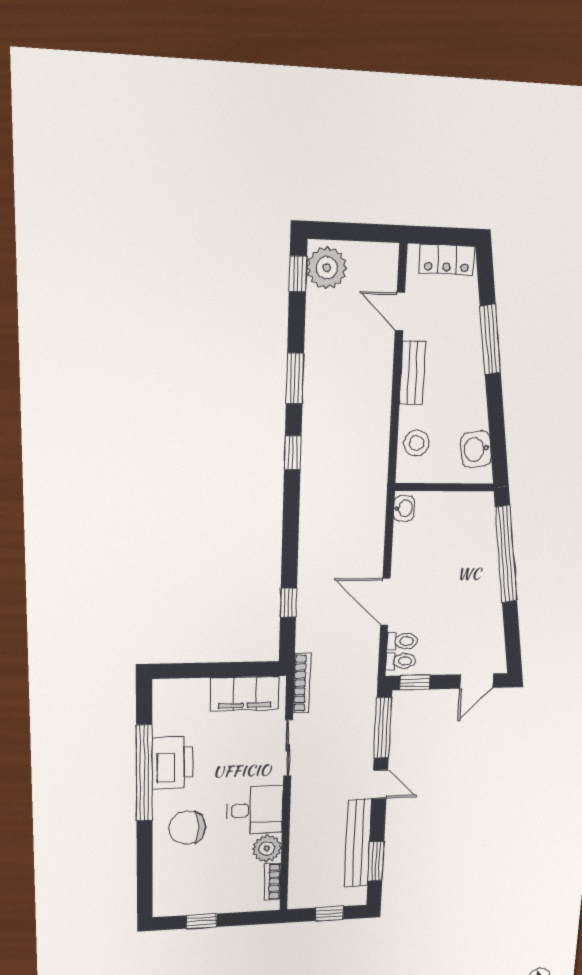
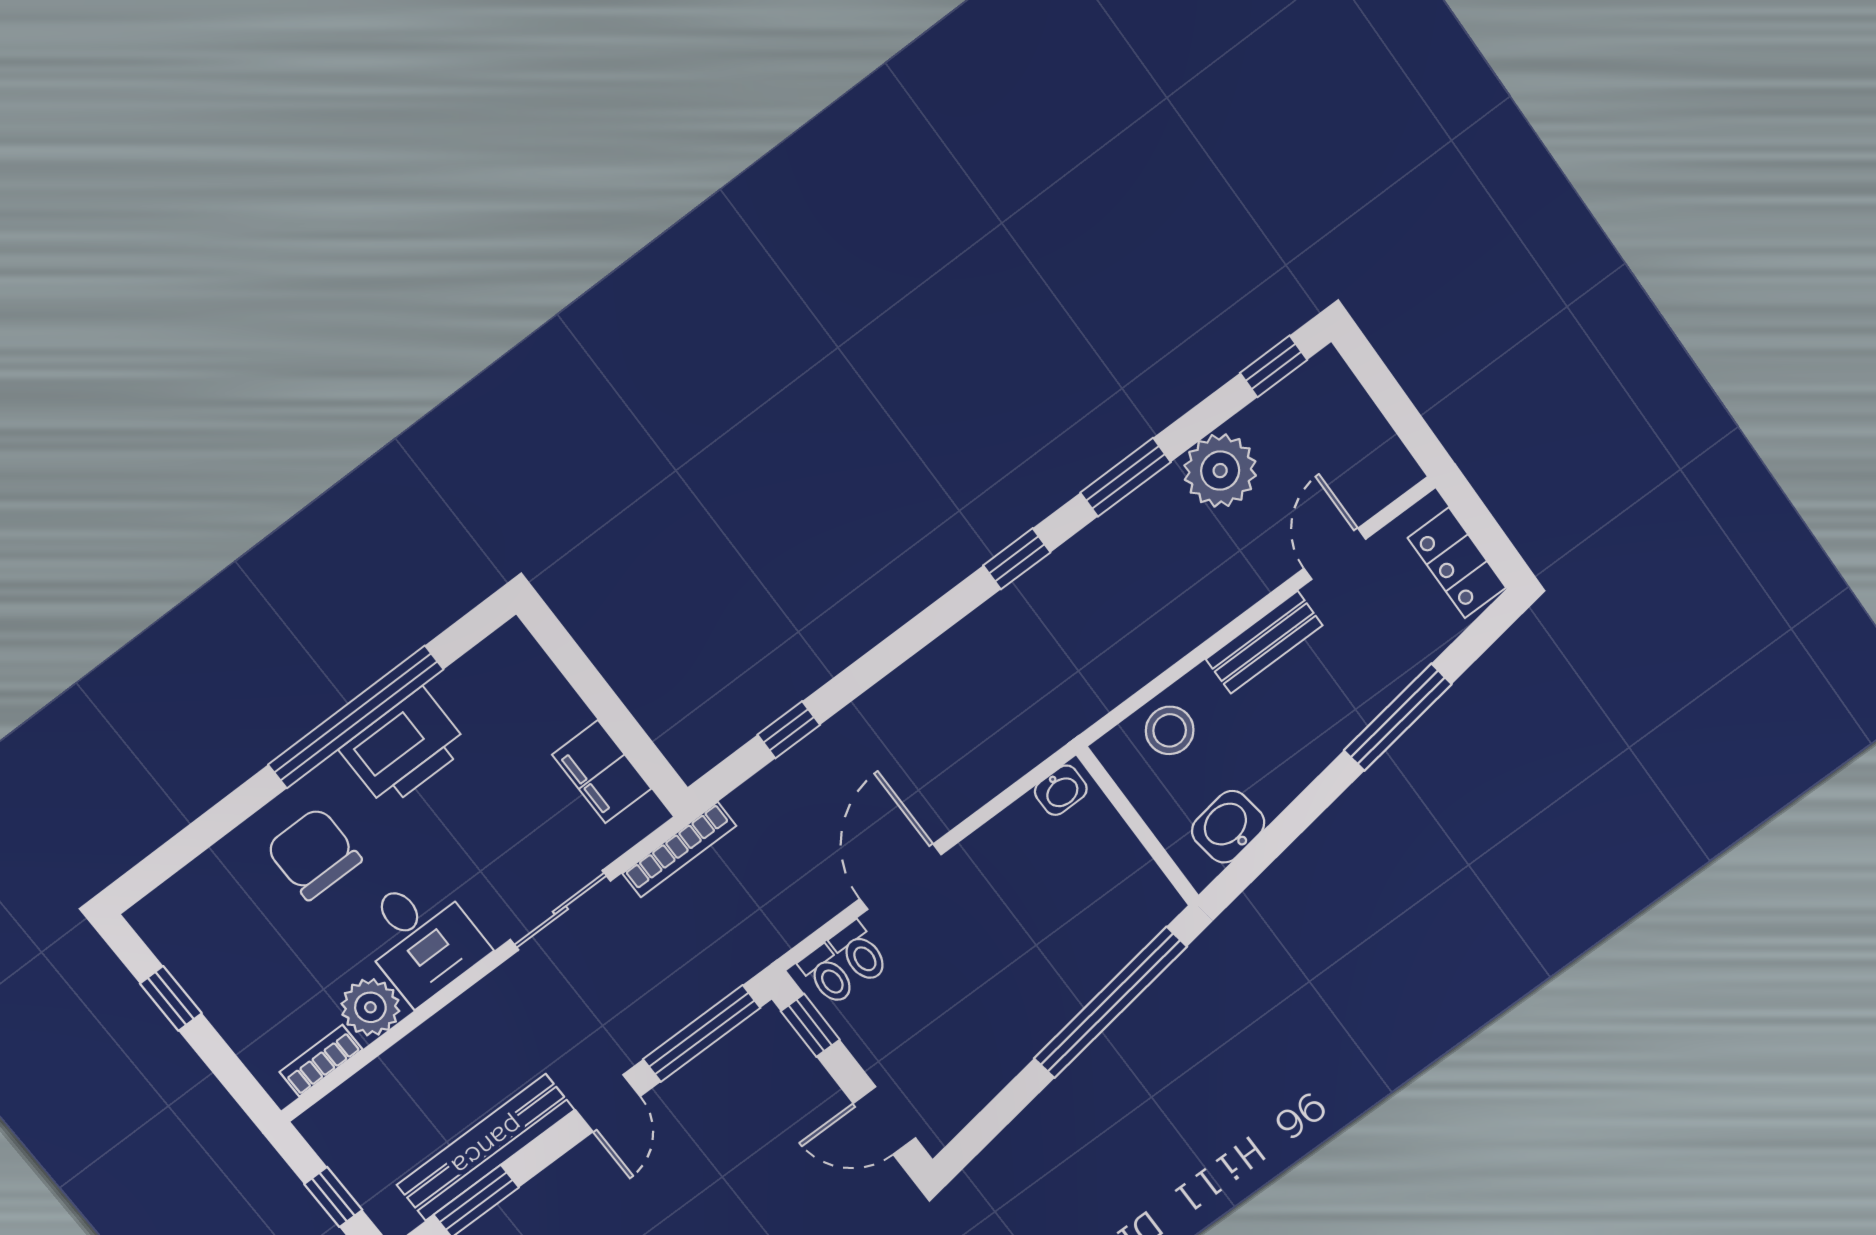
plant: (327, 268) -> (1220, 471), moved
filing cabinet: (245, 694) -> (602, 772), width x0.67, depth x0.86

